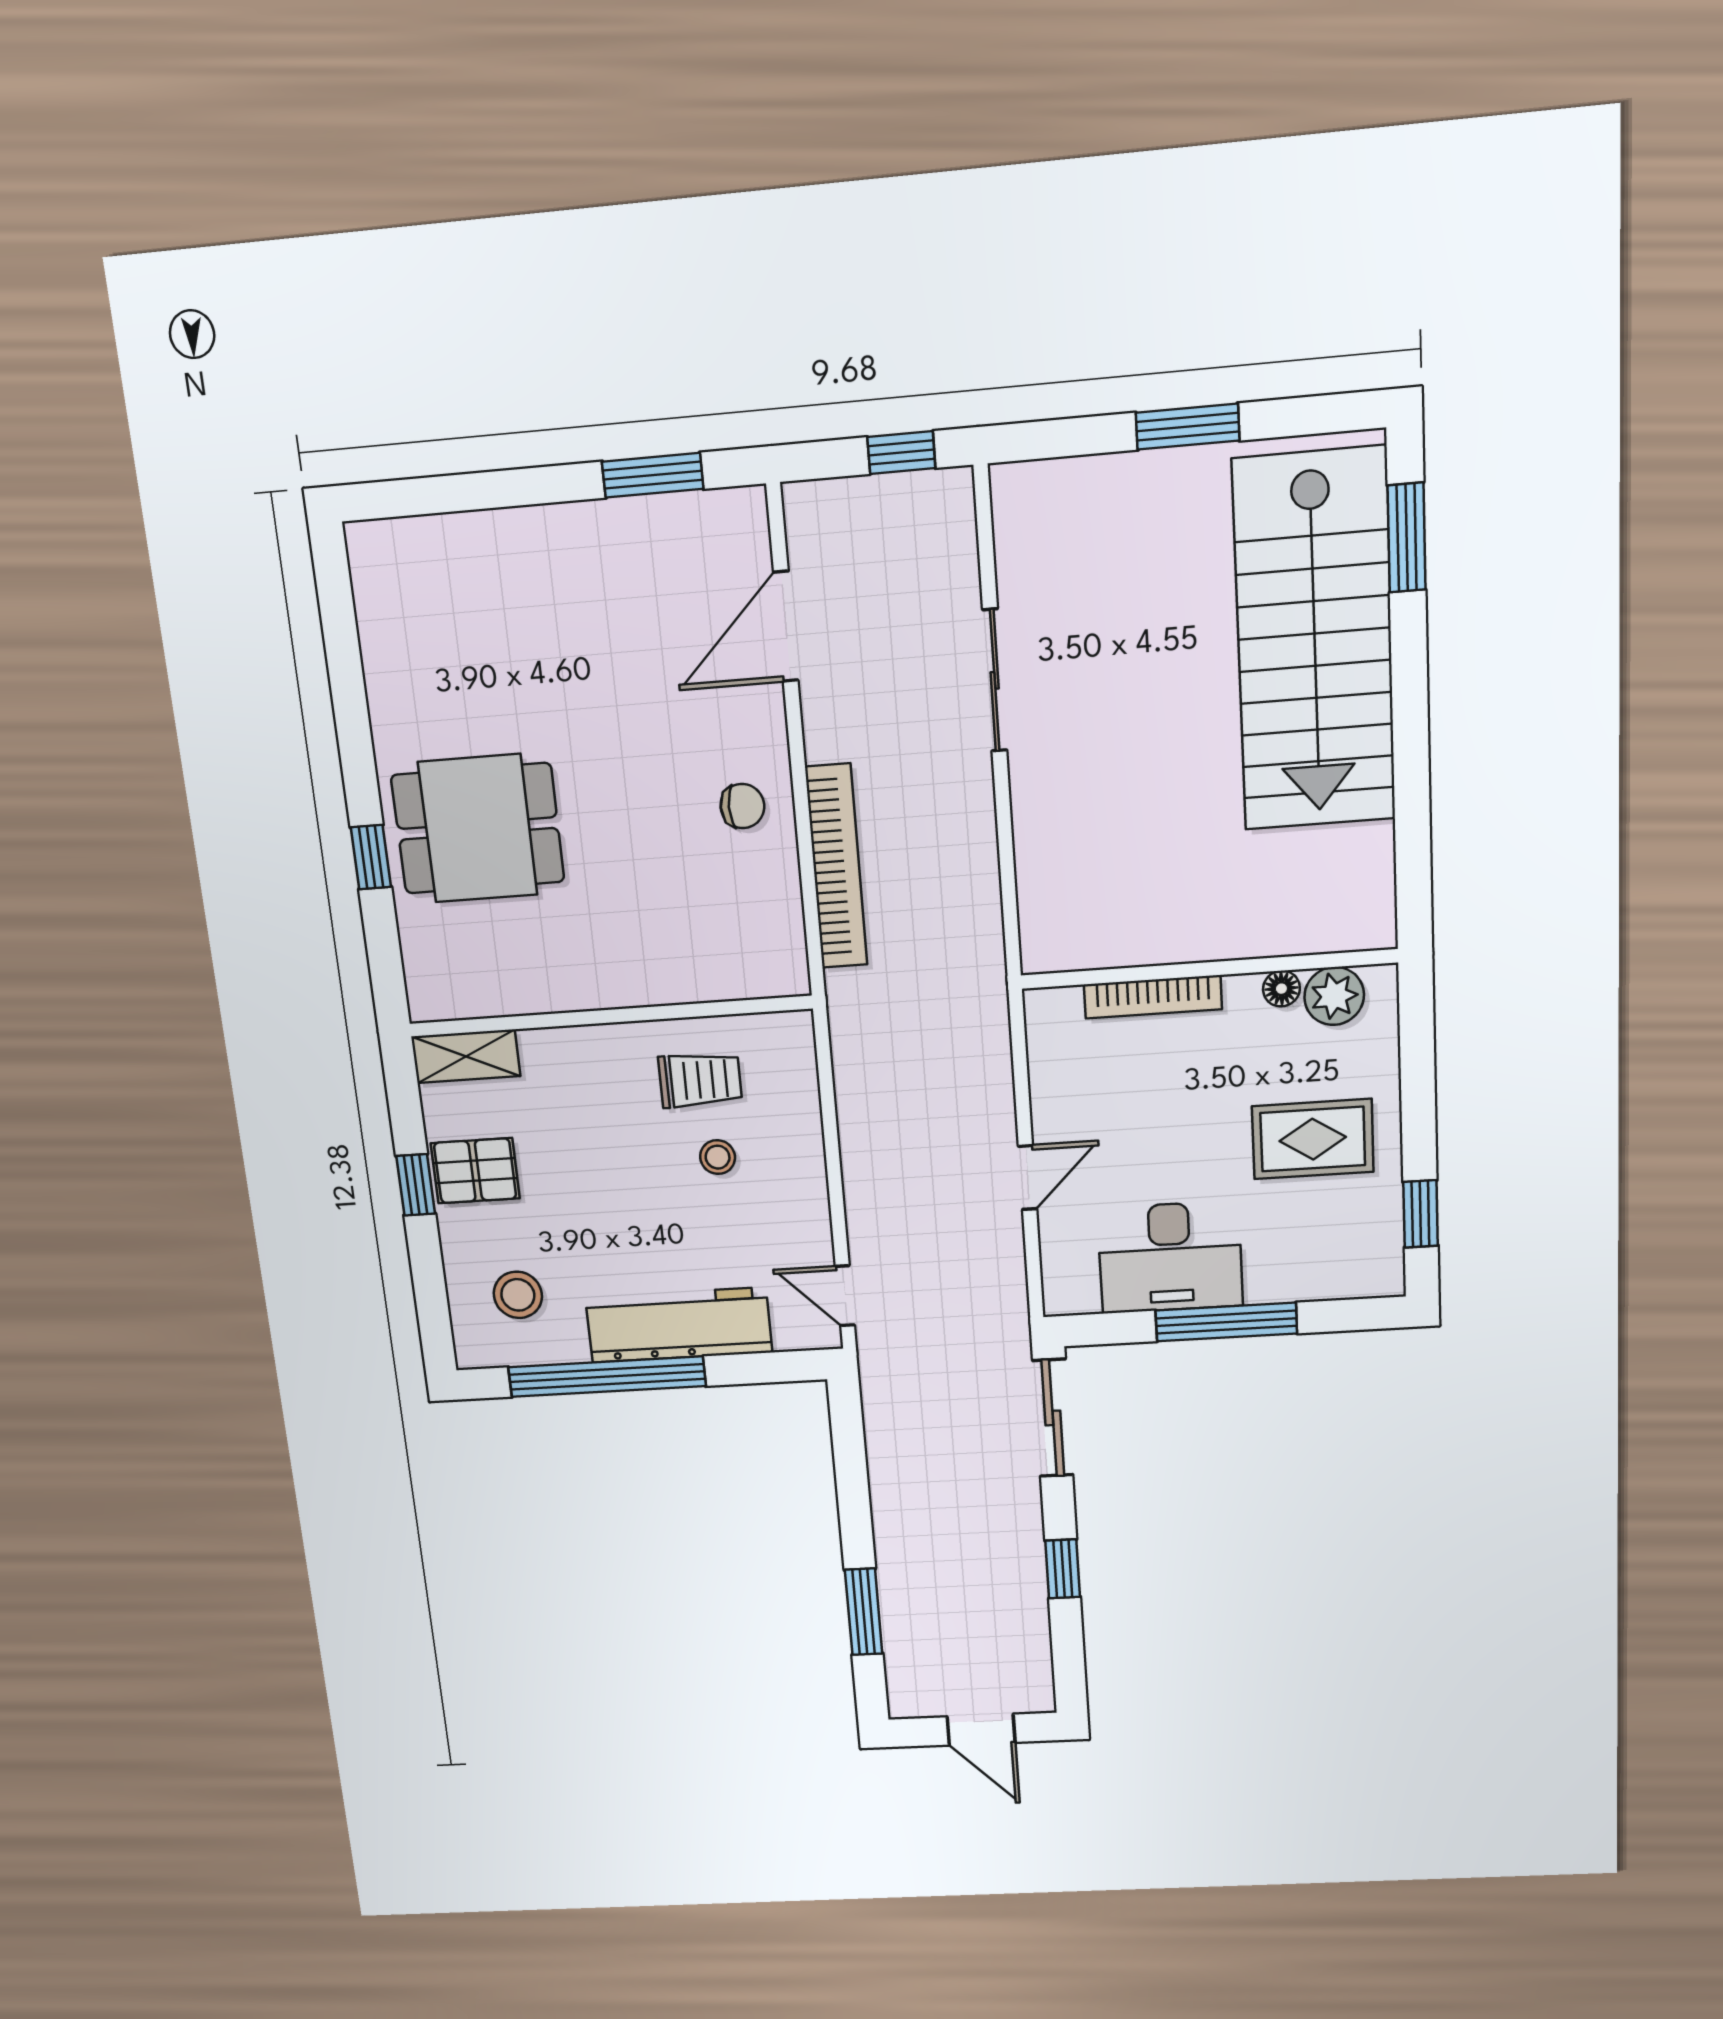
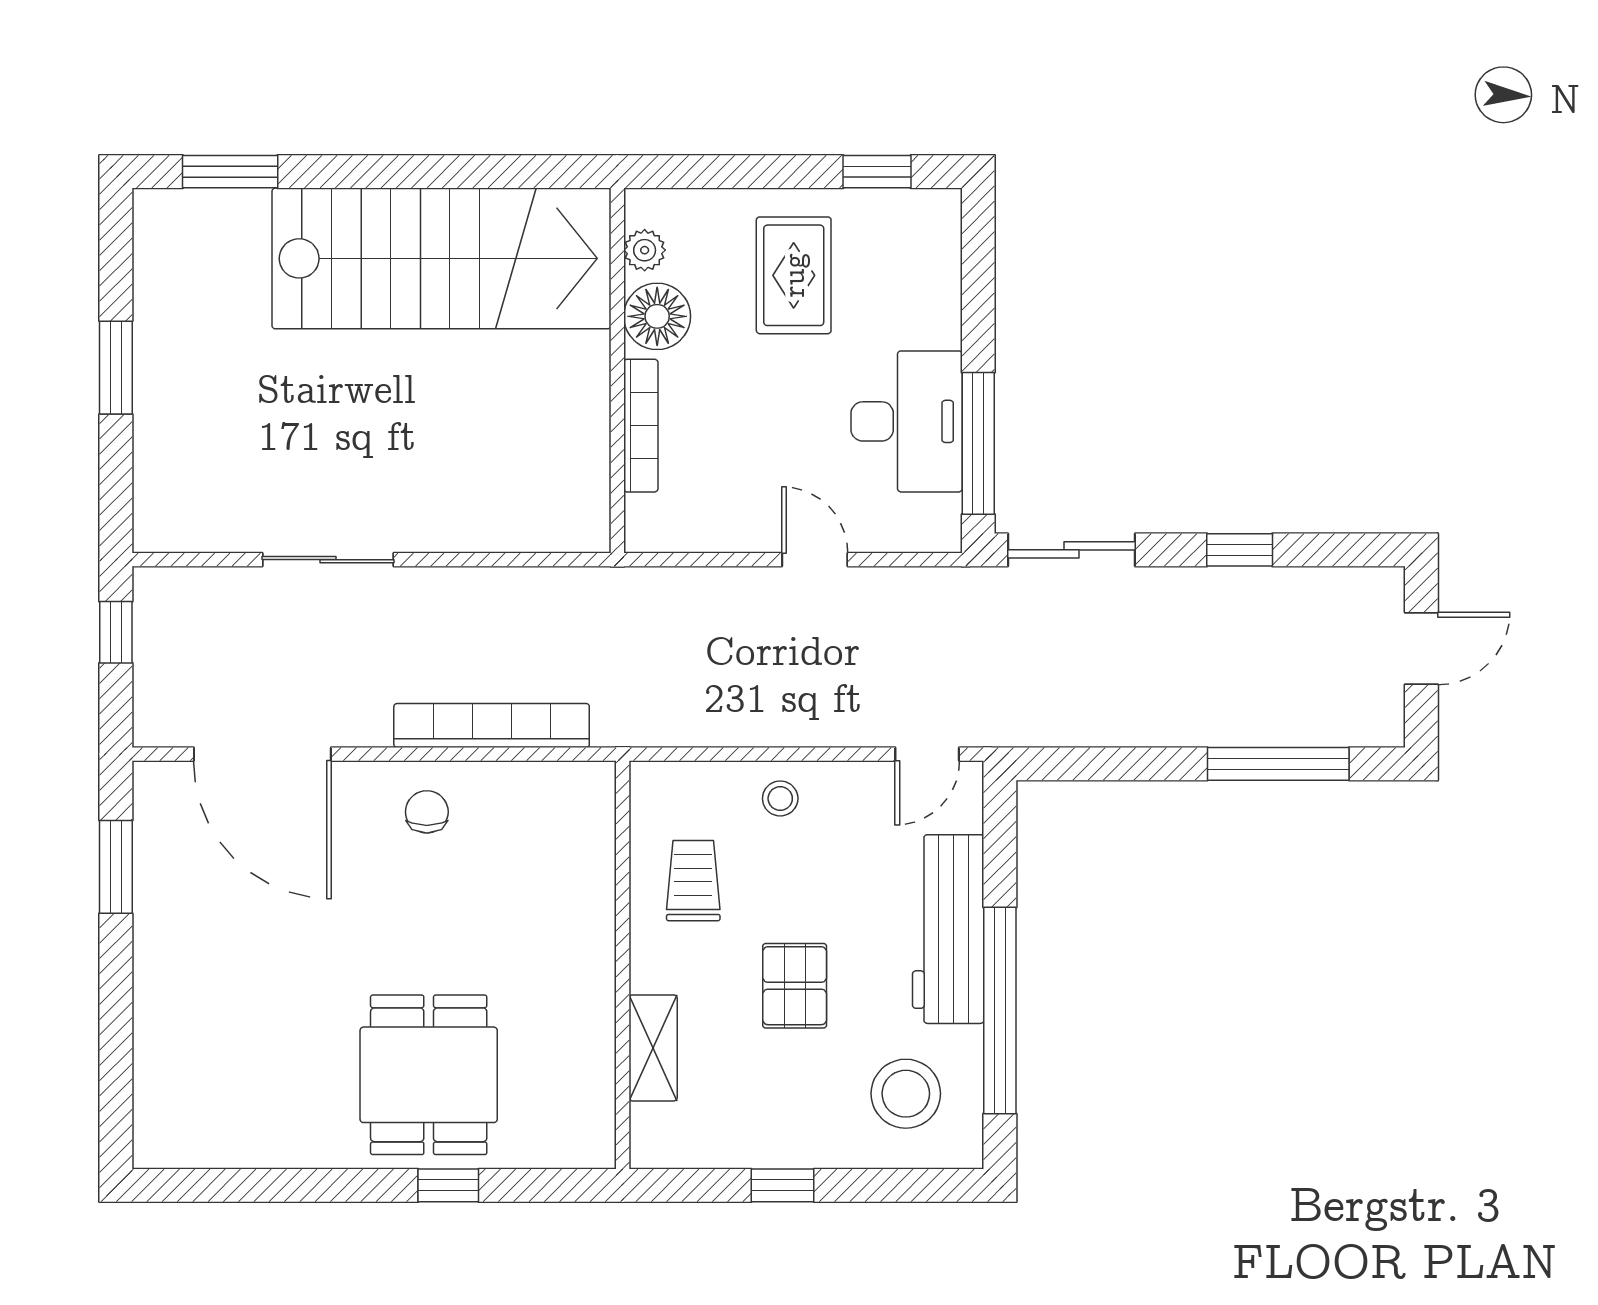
door: (786, 626) -> (262, 754), width x1.36
stairs: (1315, 641) -> (441, 258), moved
floor lamp: (1281, 989) -> (657, 316), width x1.89, depth x1.89
plant: (1334, 996) -> (645, 250), width x0.73, depth x0.73
shelving: (466, 1056) -> (653, 1048), moved
stool: (718, 1157) -> (780, 798), moved
pallet: (475, 1171) -> (795, 986), moved
stool: (518, 1295) -> (906, 1094), width x1.38, depth x1.38
window: (1226, 1322) -> (978, 443), moved
window: (864, 1612) -> (1278, 764), width x1.44

